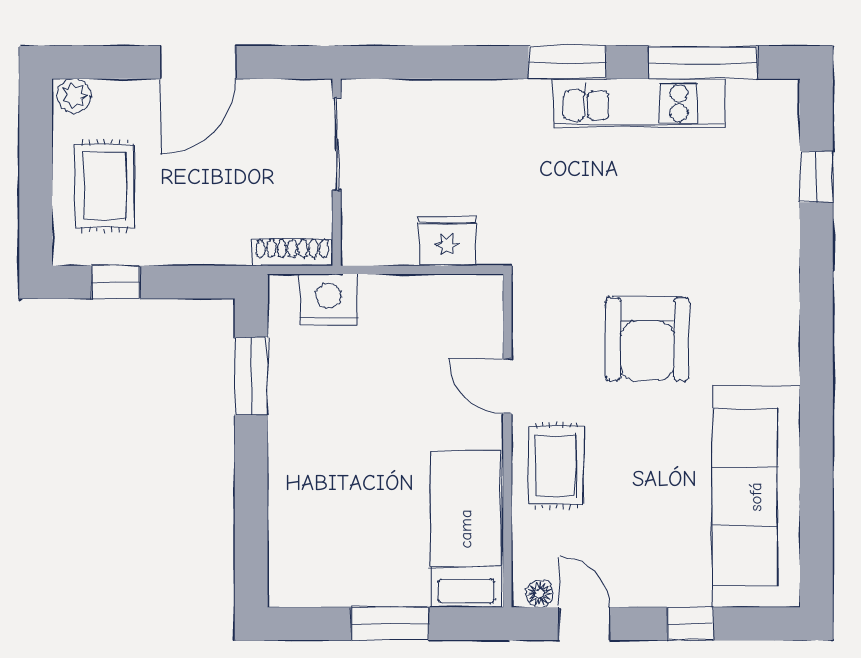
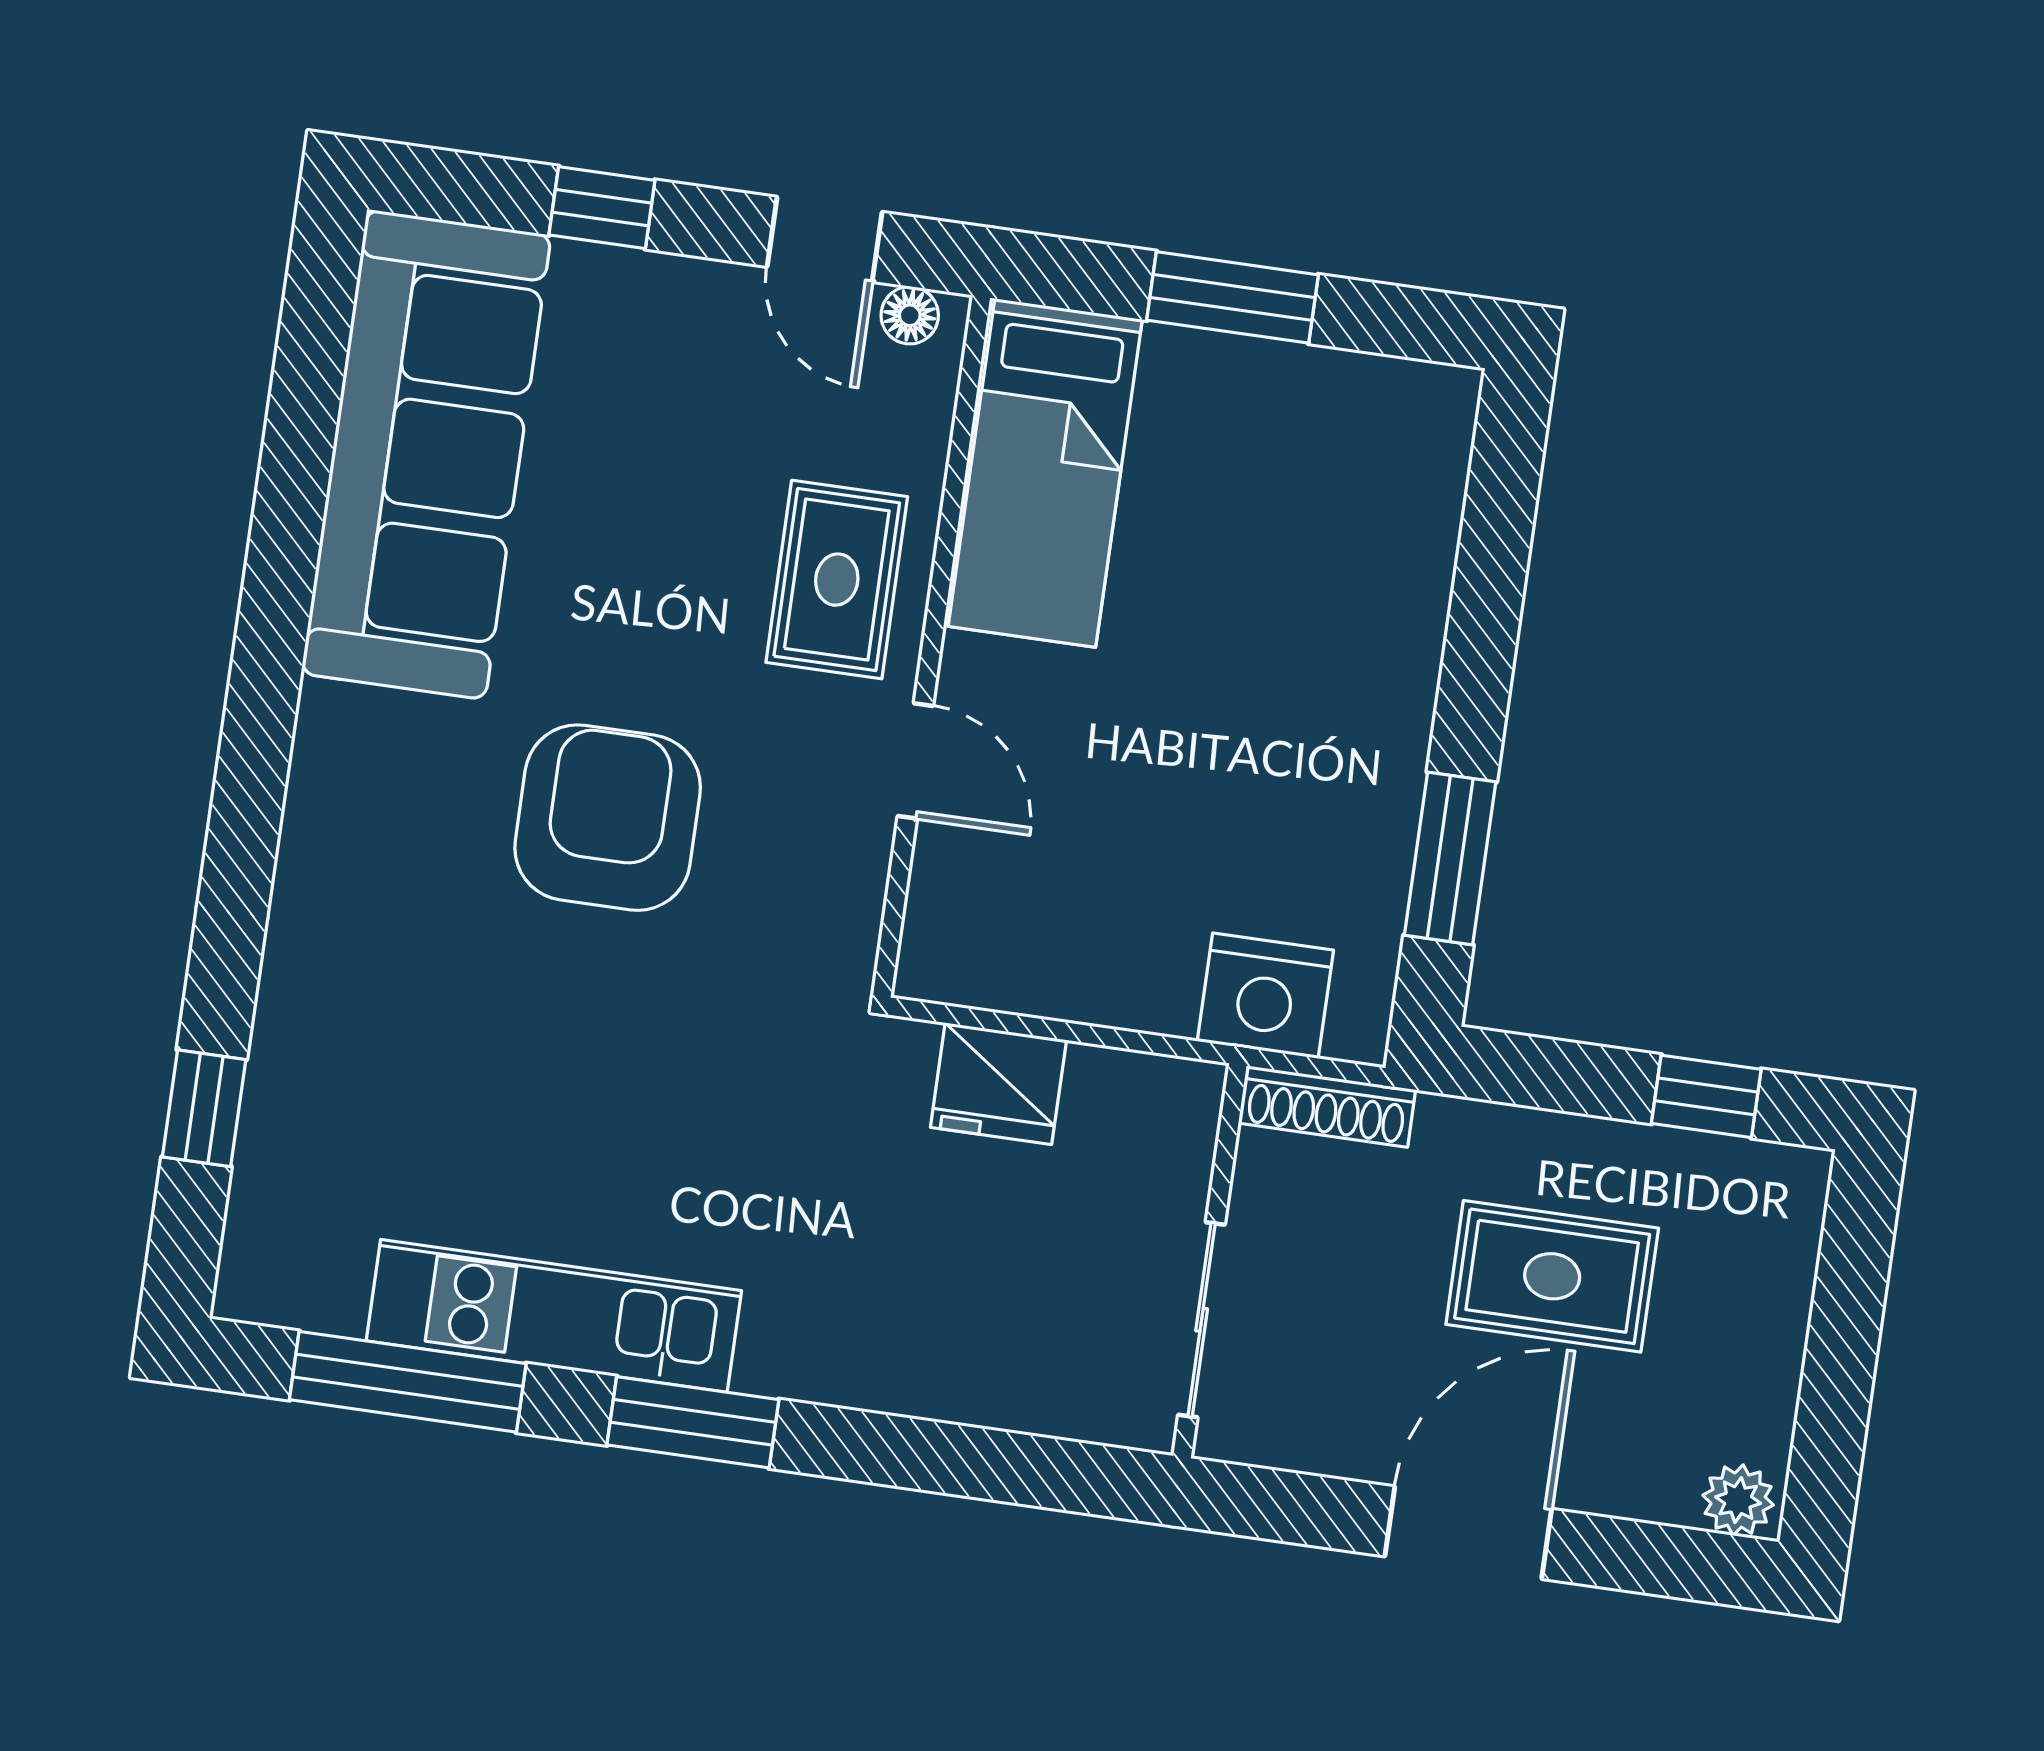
rug: (105, 186) -> (1552, 1276), moved, turned 90

